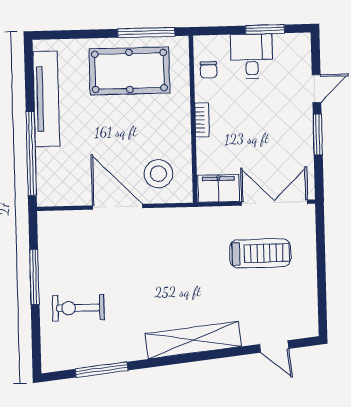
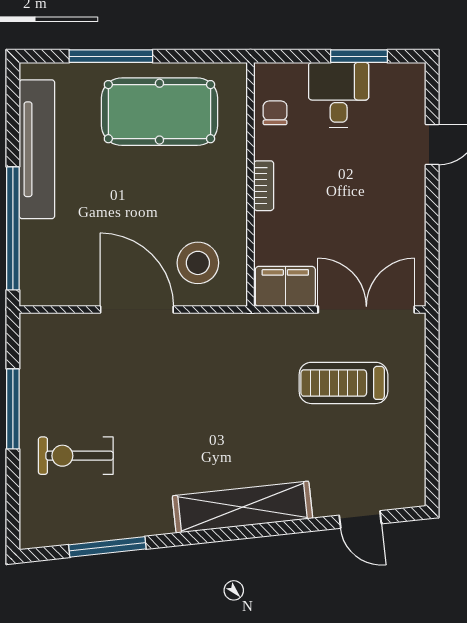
window: (146, 32) -> (111, 56), moved
chair: (208, 70) -> (275, 113), turned 180
window: (318, 134) -> (432, 211), removed
treadmill: (260, 253) -> (343, 383), turned 180

